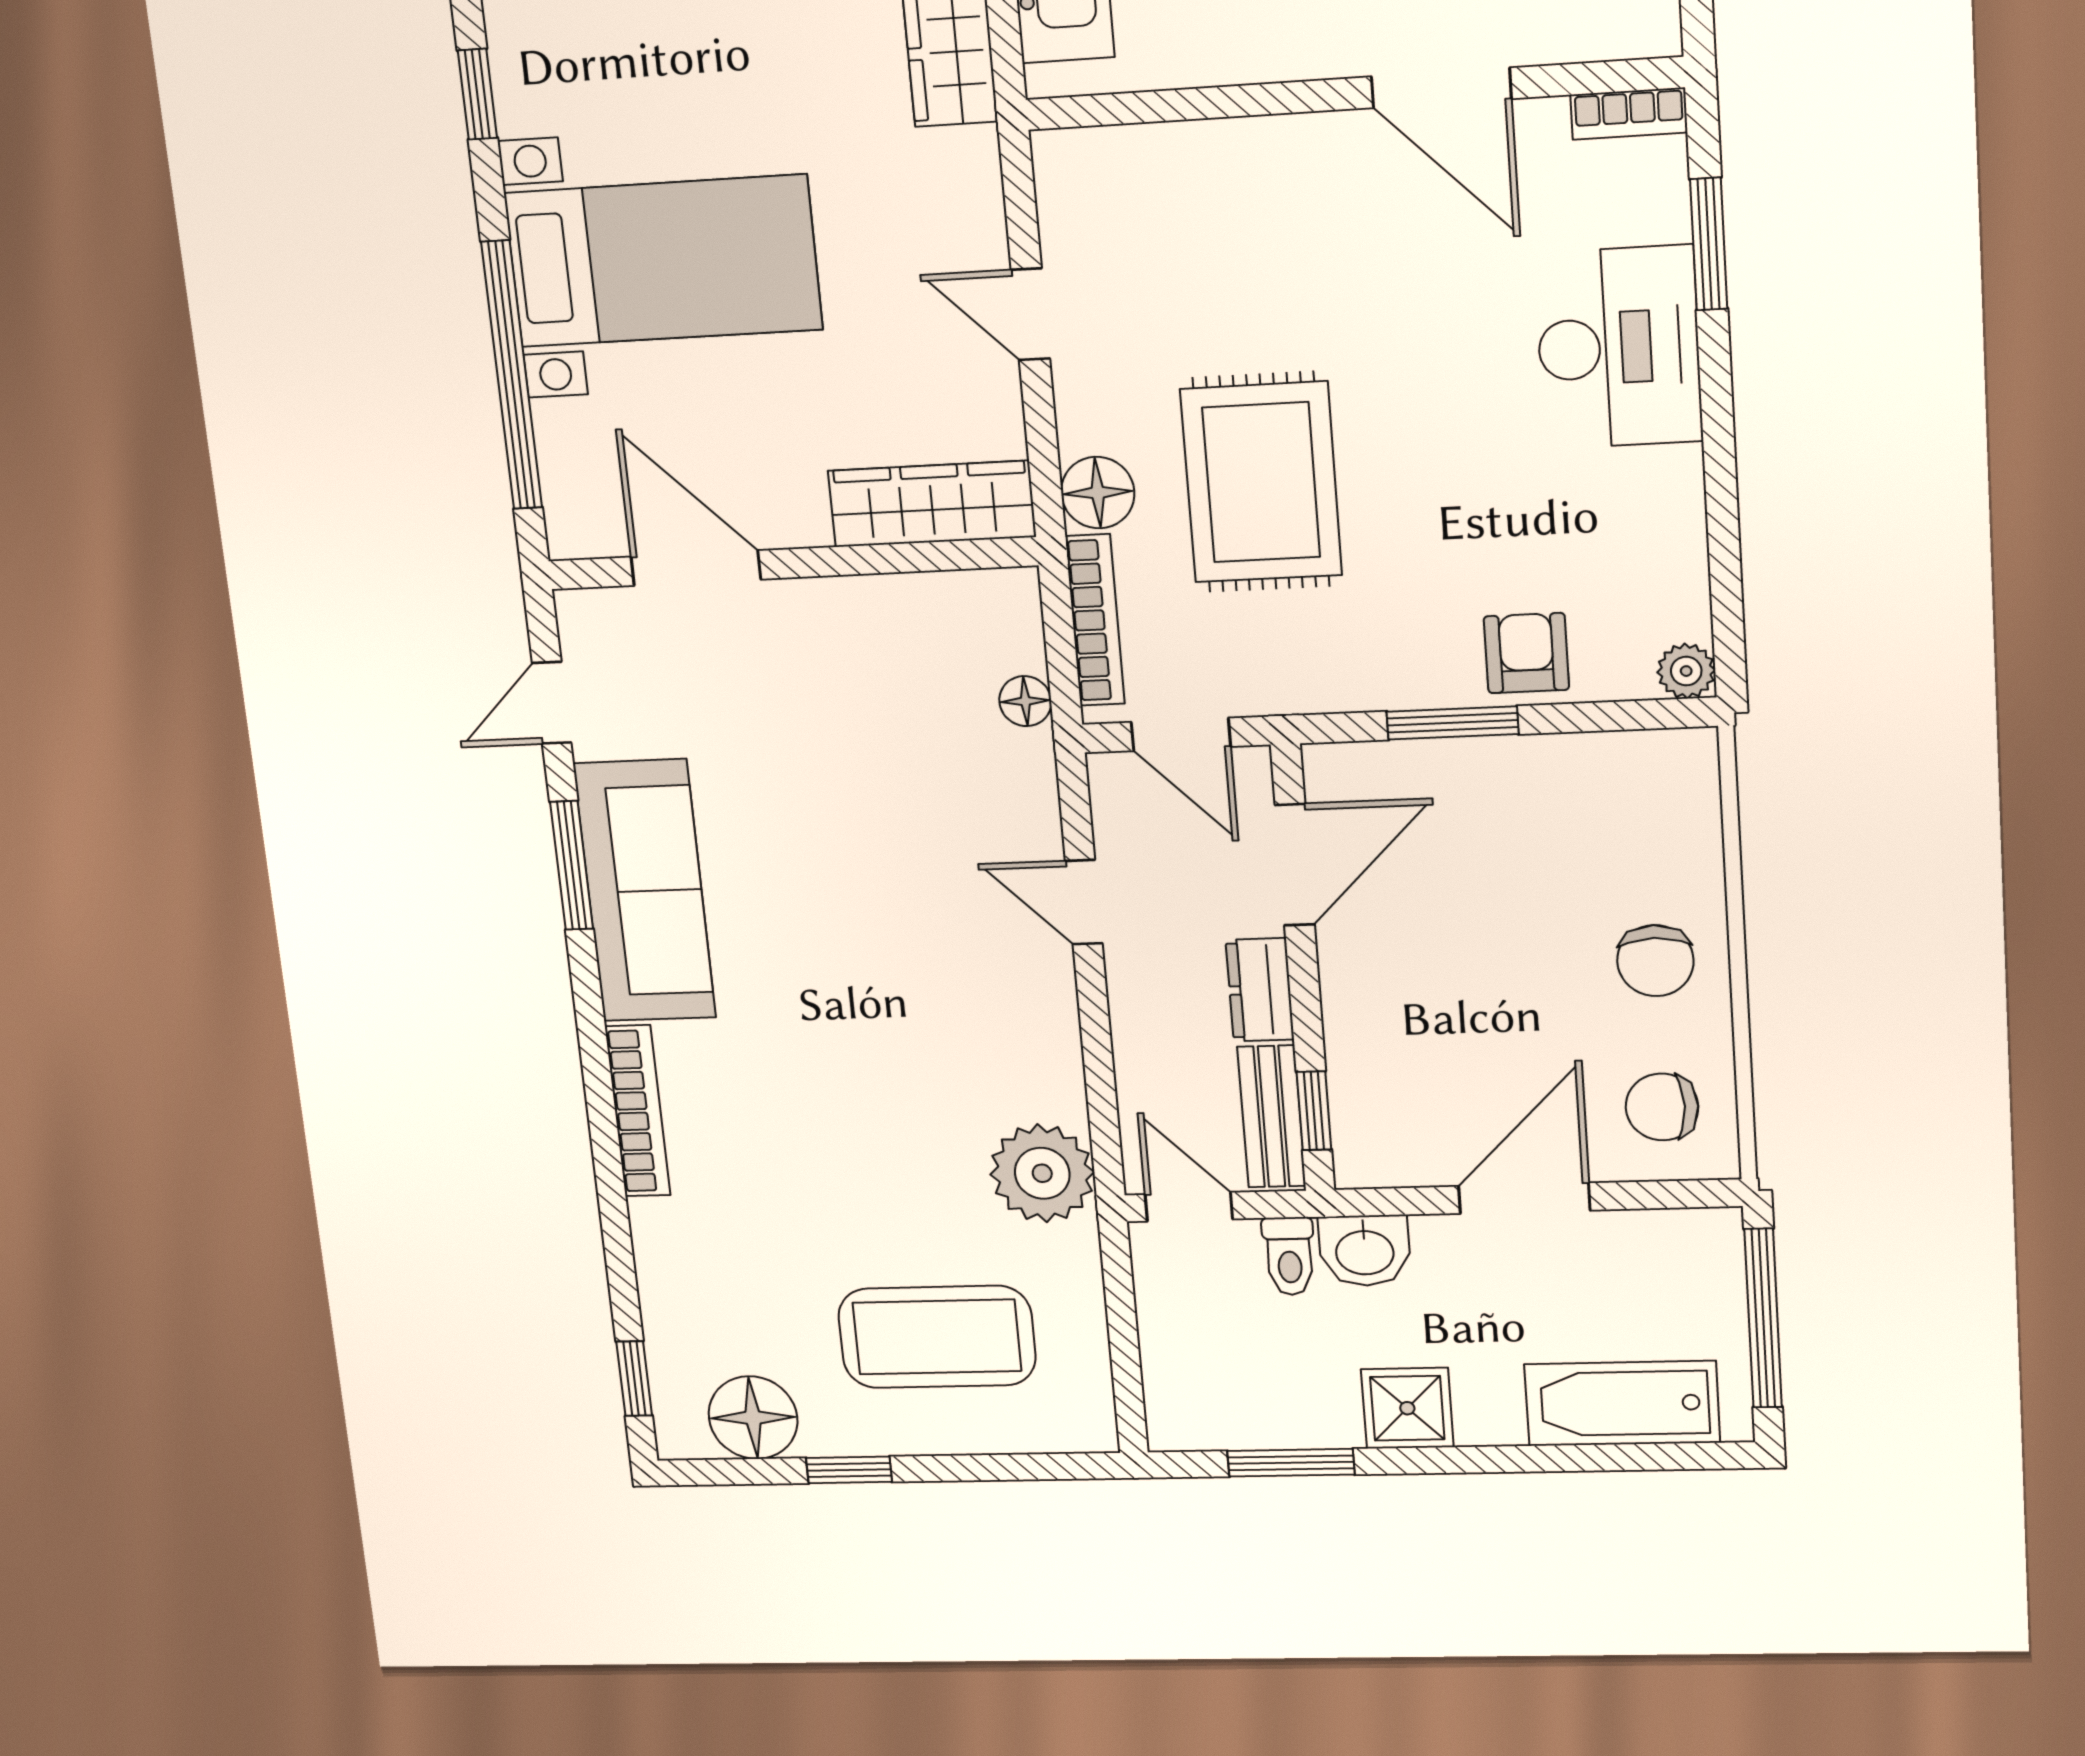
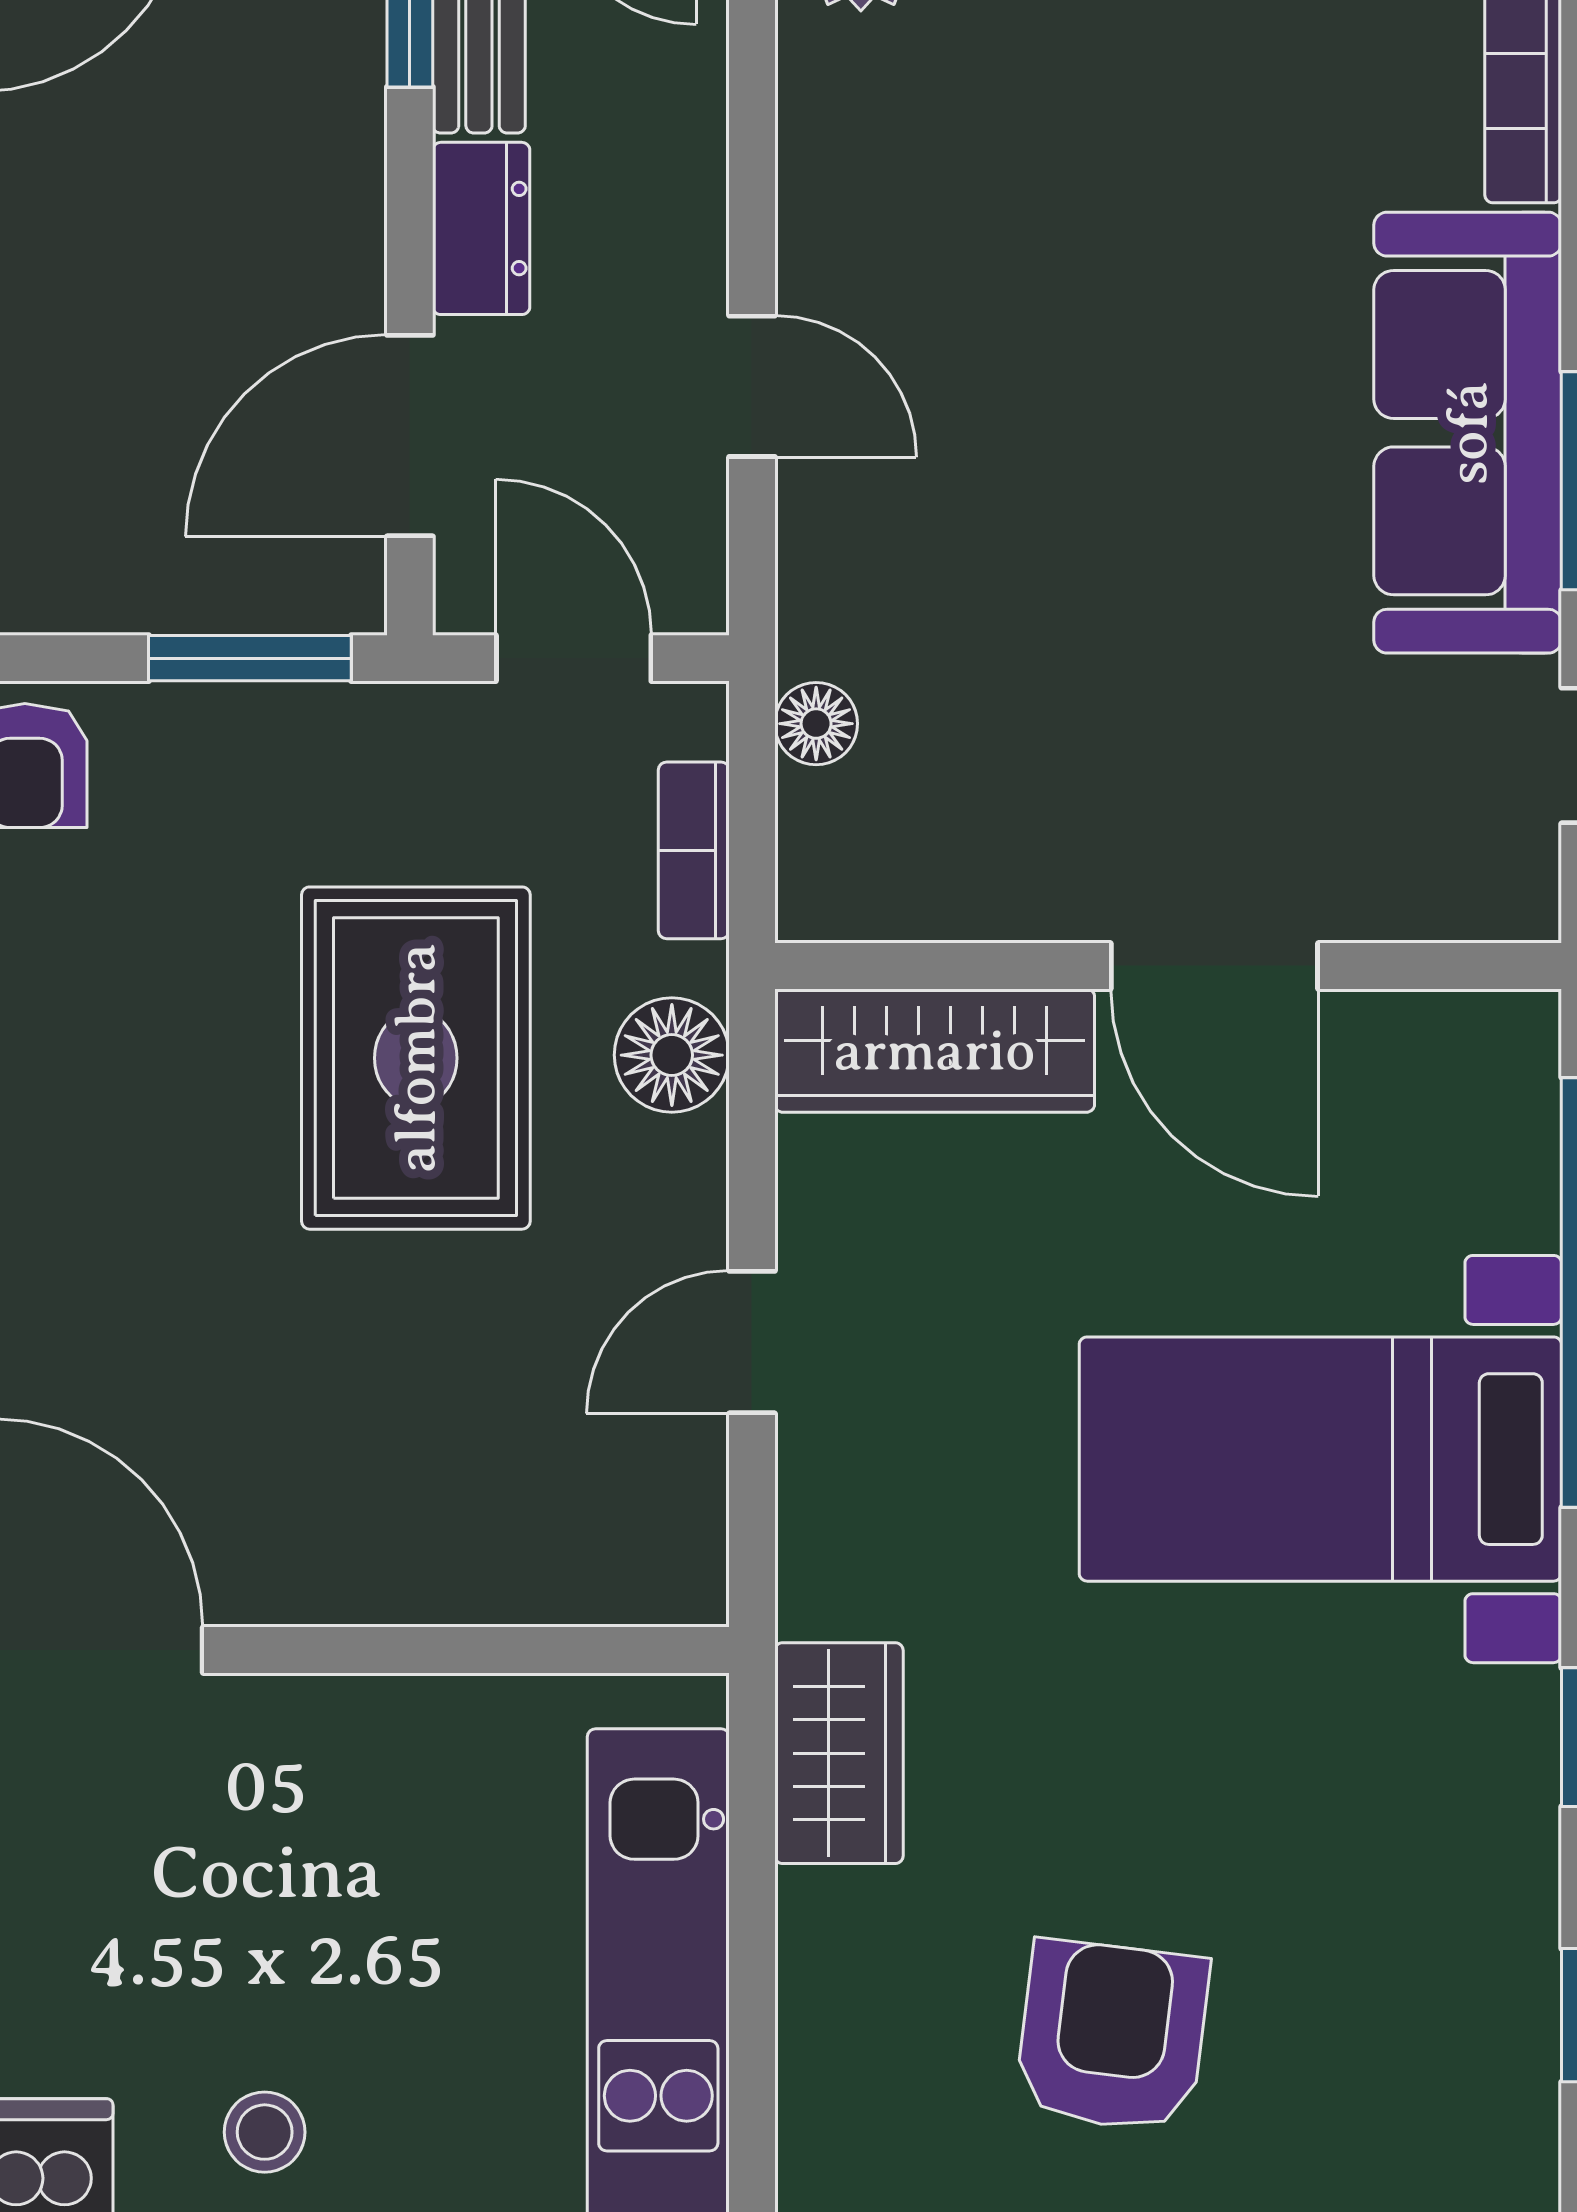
door: (1030, 314) -> (752, 1342), swing flipped
door: (696, 568) -> (1214, 966), moved
bookcase: (1095, 620) -> (694, 850), width x0.64
window: (1453, 723) -> (250, 658), moved

